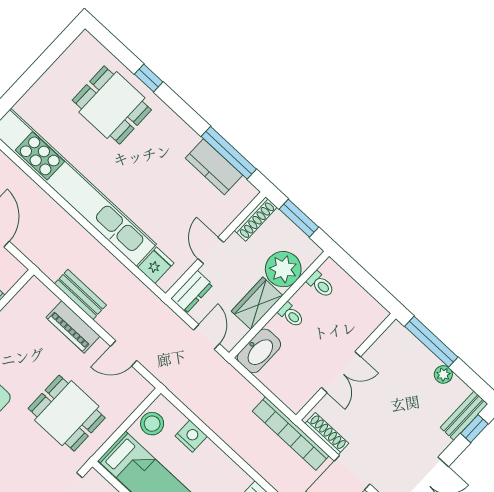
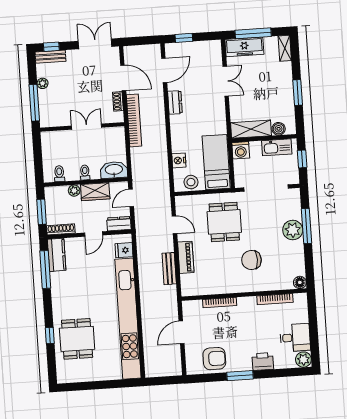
kitchen counter: (214, 167) -> (57, 255), moved
plant: (283, 269) -> (74, 191), width x0.53, depth x0.53
shoe rack: (327, 434) -> (118, 101), width x0.70

